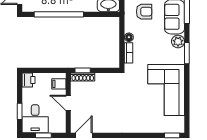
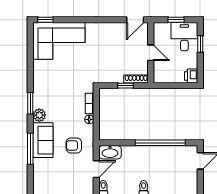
window: (83, 70) -> (125, 86), moved
filing cabinet: (59, 84) -> (160, 72), removed
corner sofa: (166, 90) -> (59, 41), moved, turned 90

